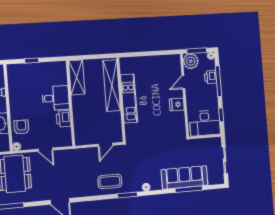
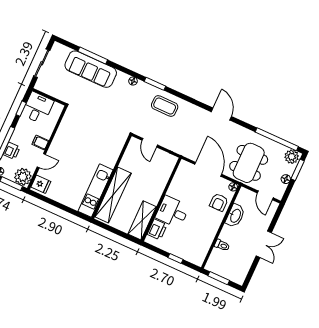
filing cabinet: (192, 96) -> (40, 143), added
kitchen unit: (129, 99) -> (96, 191), moved
fridge: (177, 104) -> (41, 184), moved
printer: (64, 119) -> (157, 230), moved
desk: (205, 123) -> (38, 108), width x0.73
door: (105, 145) -> (150, 143), swing flipped
door: (46, 150) -> (208, 169), width x1.87

